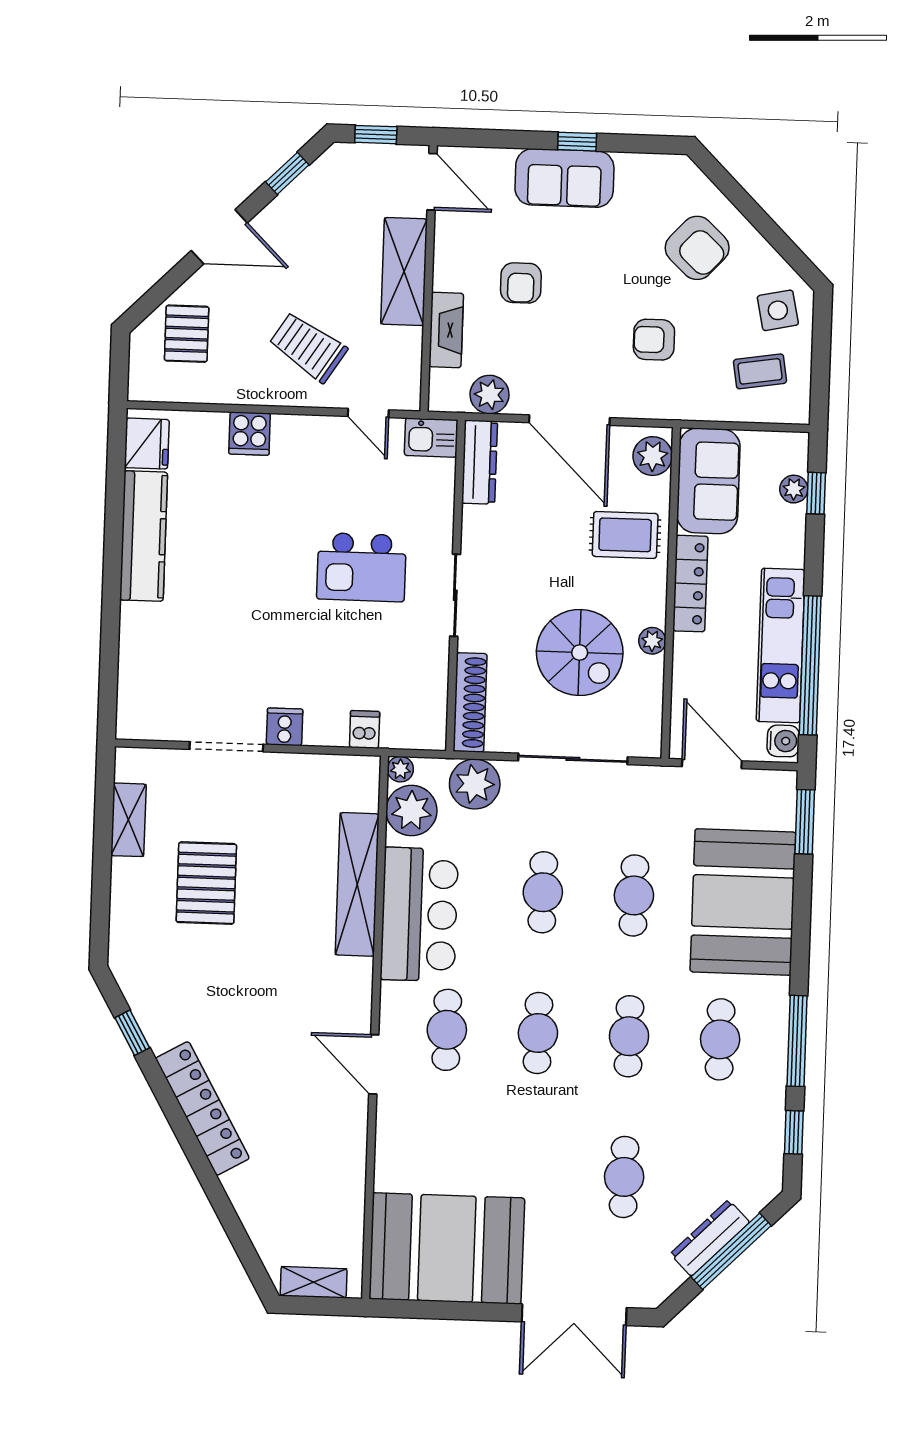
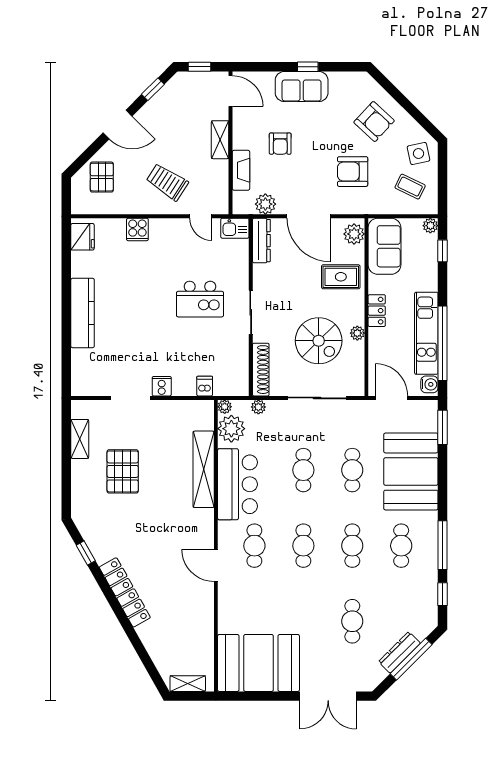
shelving: (404, 272) -> (220, 140), width x0.67, depth x0.75
armchair: (654, 340) -> (353, 172), width x1.38, depth x1.38
coffee table: (760, 371) -> (410, 187), turned 35
plant: (794, 489) -> (430, 226), moved
kitchen counter: (144, 536) -> (83, 313), moved
locker: (690, 584) -> (377, 311), width x0.66
plant: (475, 784) -> (258, 407), width x0.53, depth x0.53

